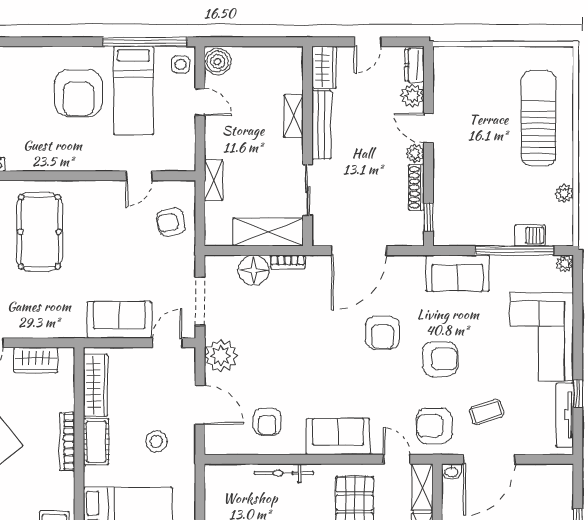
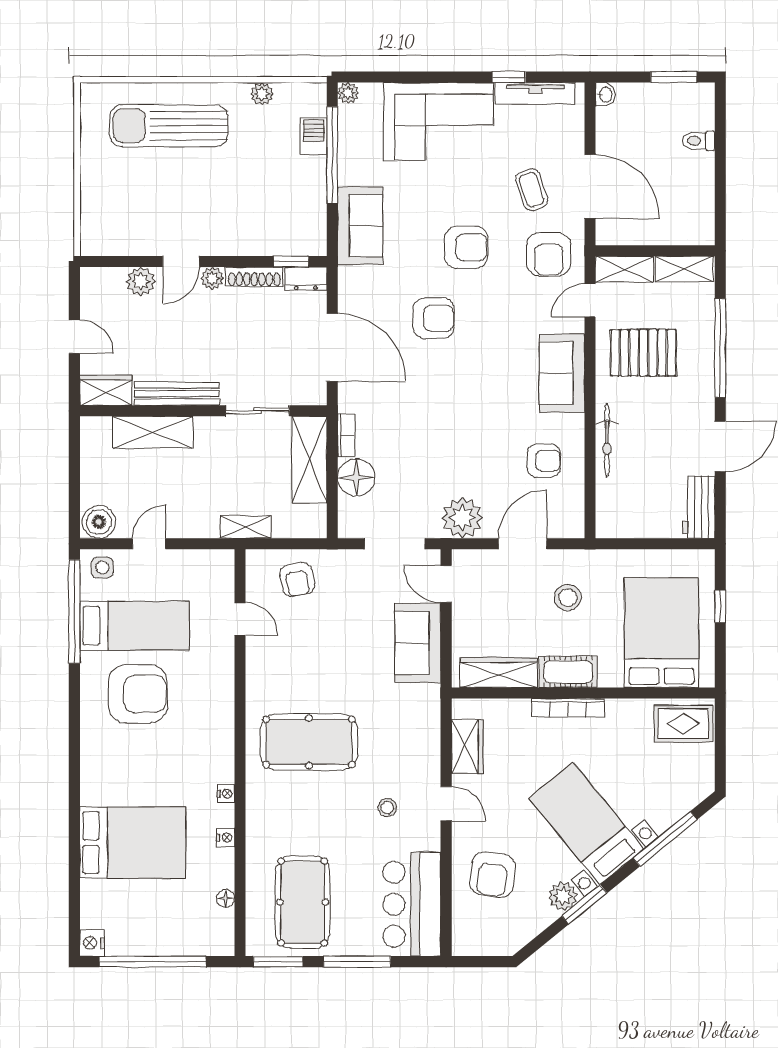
dresser: (415, 65) -> (306, 279), moved
shelving: (293, 116) -> (153, 432), width x1.50, depth x1.33
armchair: (440, 359) -> (466, 247), turned 90
washbasin: (451, 472) -> (605, 95), moved

